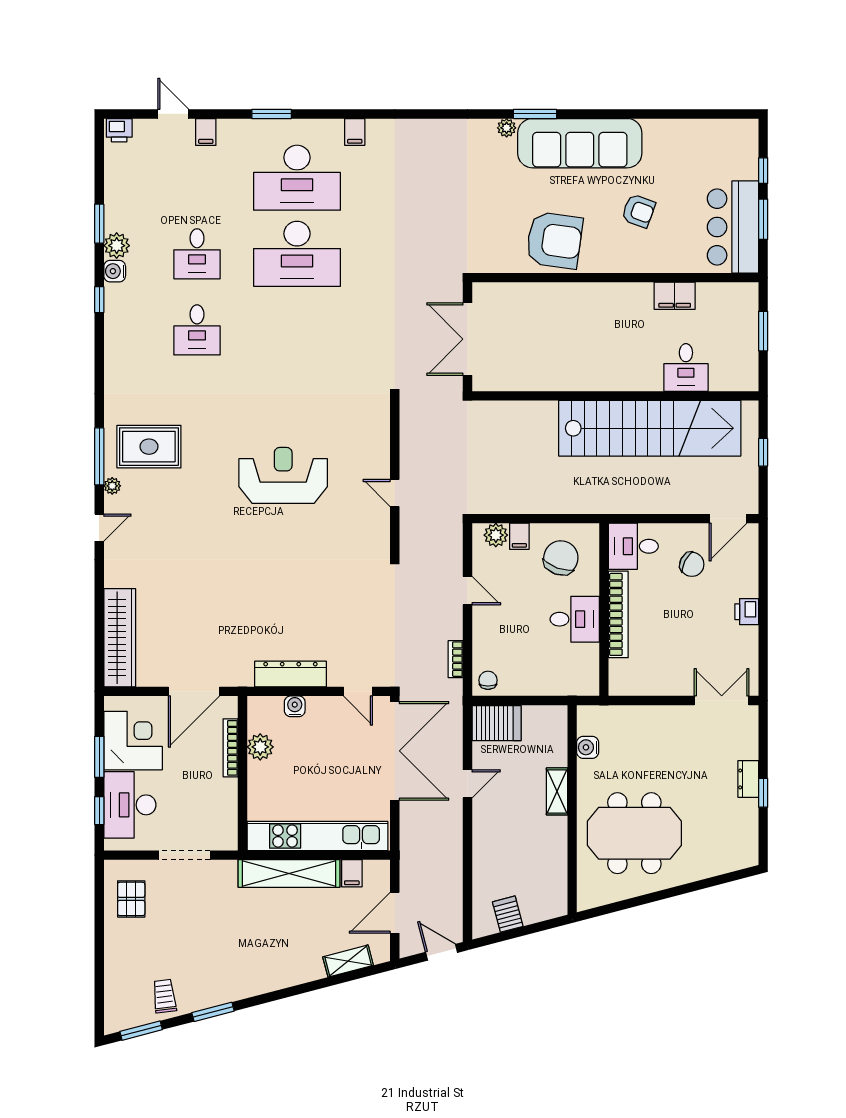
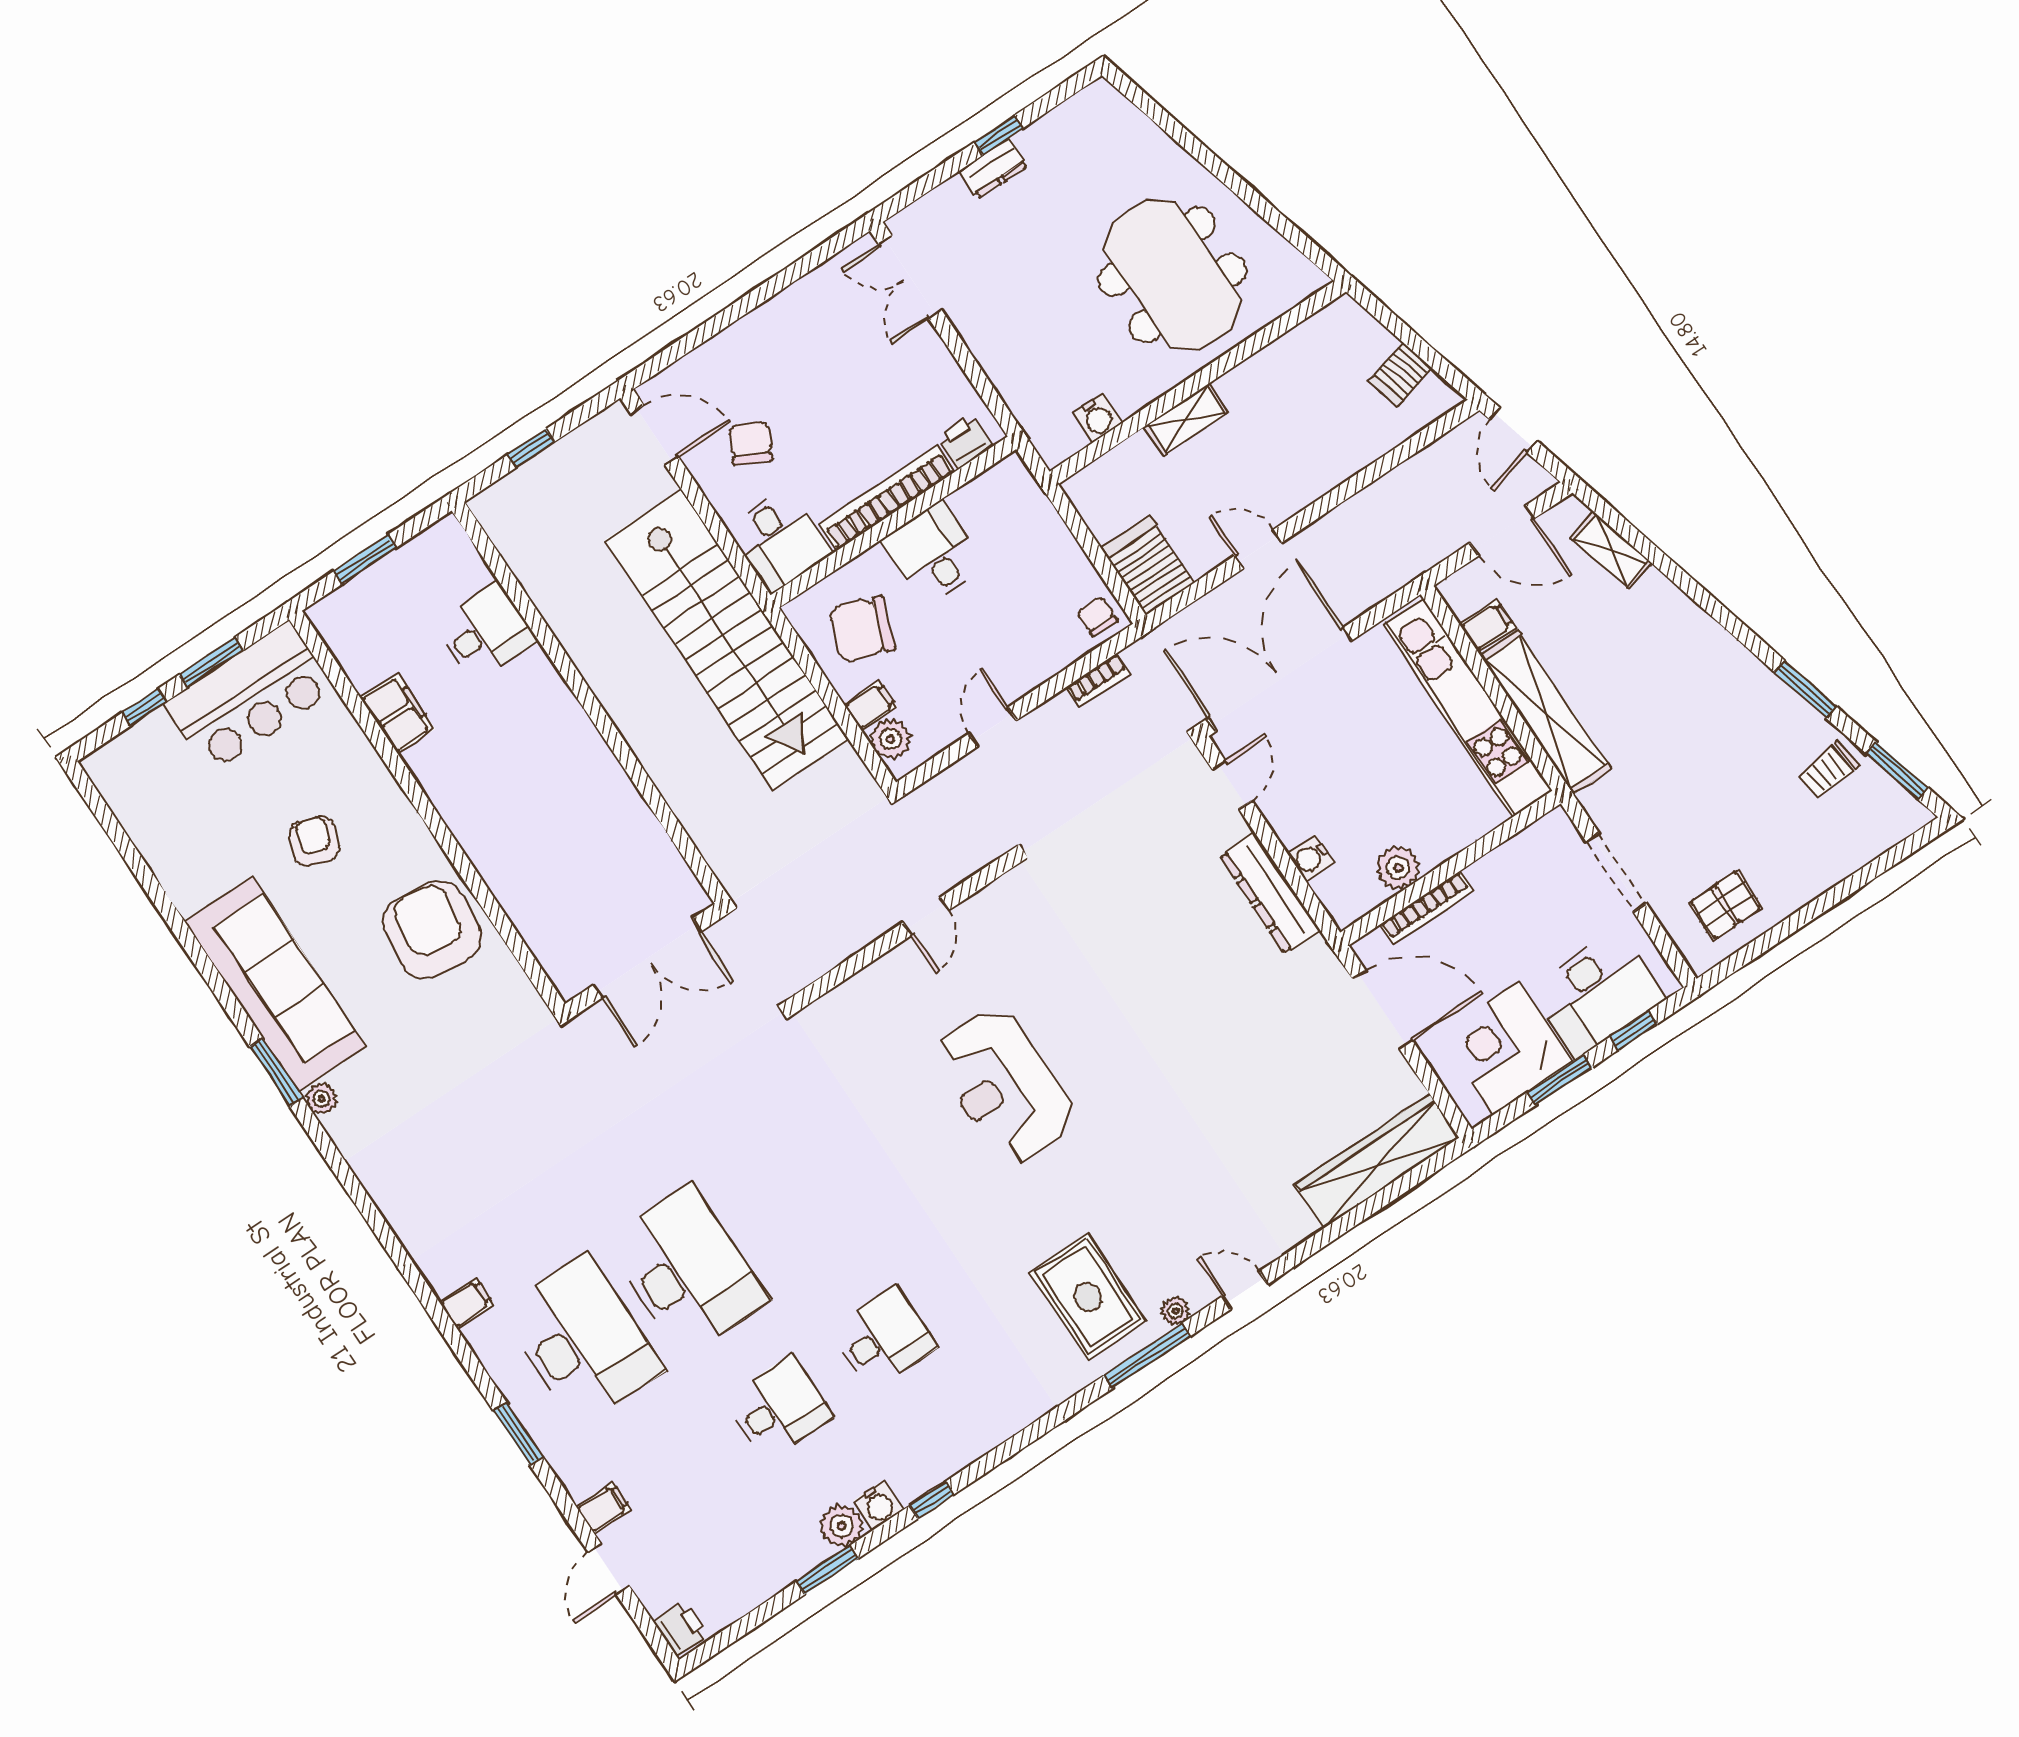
stairs: (650, 428) -> (727, 639), moved, turned 180
printer: (747, 612) -> (965, 442), moved, turned 180
chair: (488, 680) -> (1097, 616), turned 90

